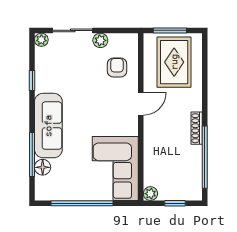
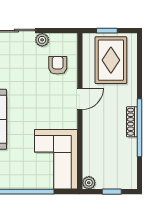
window: (170, 30) -> (107, 31), width x0.67
window: (205, 157) -> (139, 128), moved

